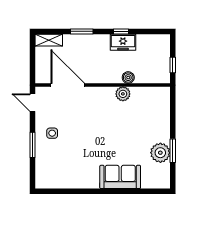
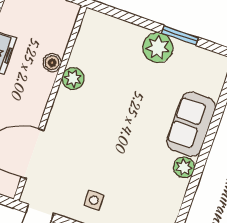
plant: (160, 153) -> (158, 48), moved
plant: (92, 182) -> (184, 167), added

